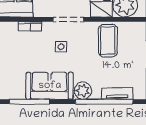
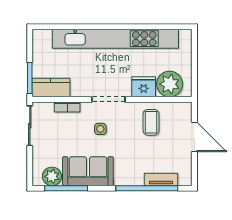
coffee table: (108, 41) -> (151, 122), width x0.73, depth x0.77
plant: (83, 91) -> (52, 176), moved

